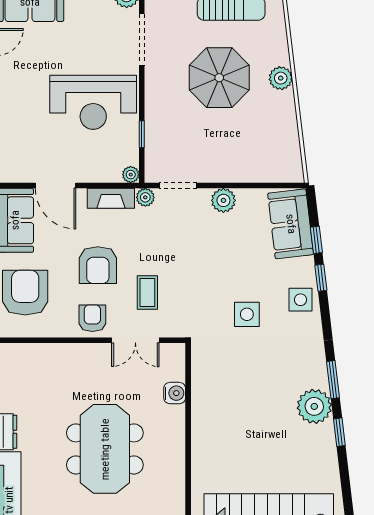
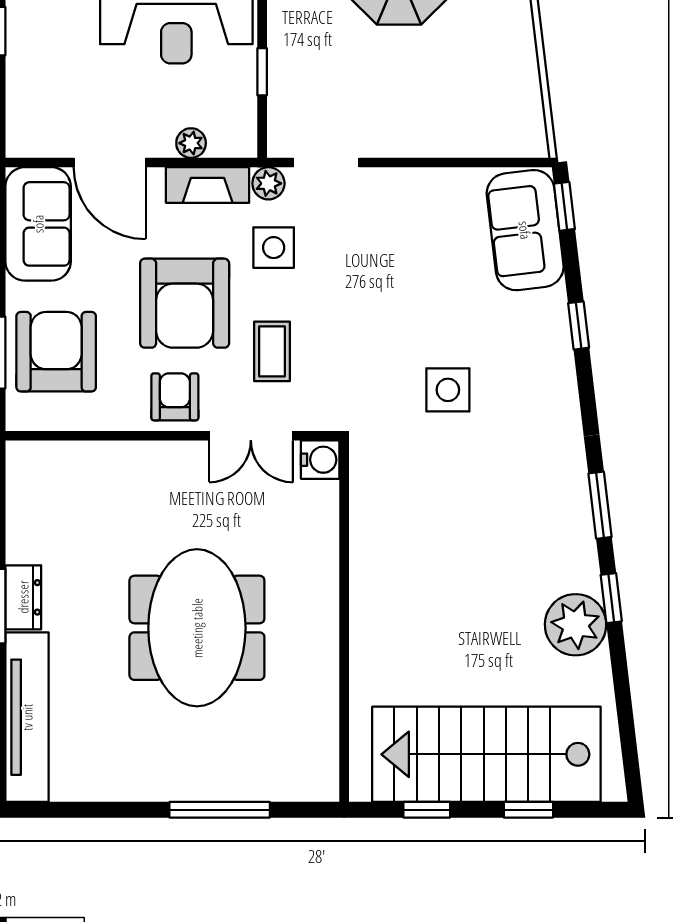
plant: (131, 175) -> (191, 143), moved
plant: (223, 200) -> (406, 189), removed
window: (316, 240) -> (564, 206), moved
armchair: (98, 265) -> (185, 303), width x1.36, depth x1.36
side table: (301, 300) -> (274, 248), moved
water cooler: (175, 393) -> (320, 460), moved
plant: (314, 406) -> (576, 625), moved

